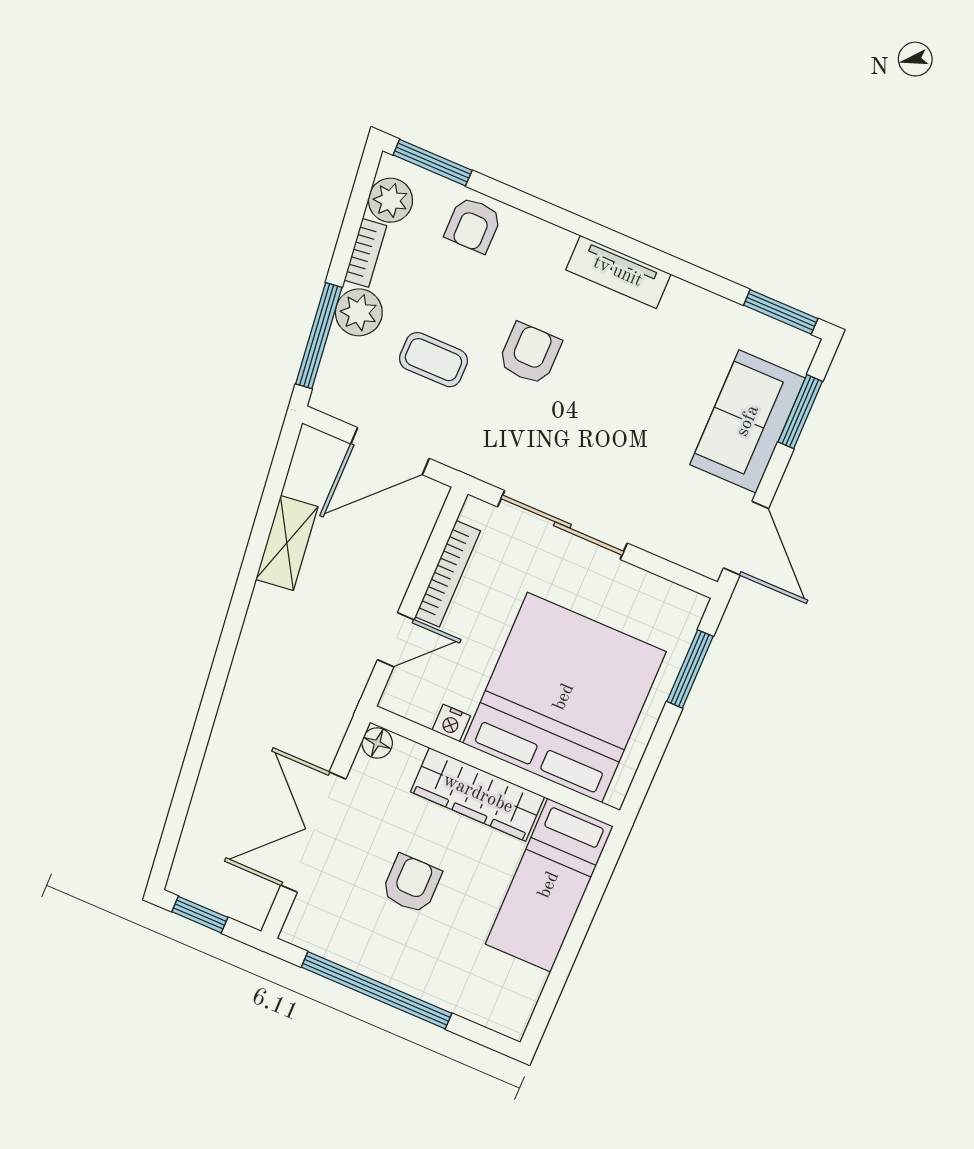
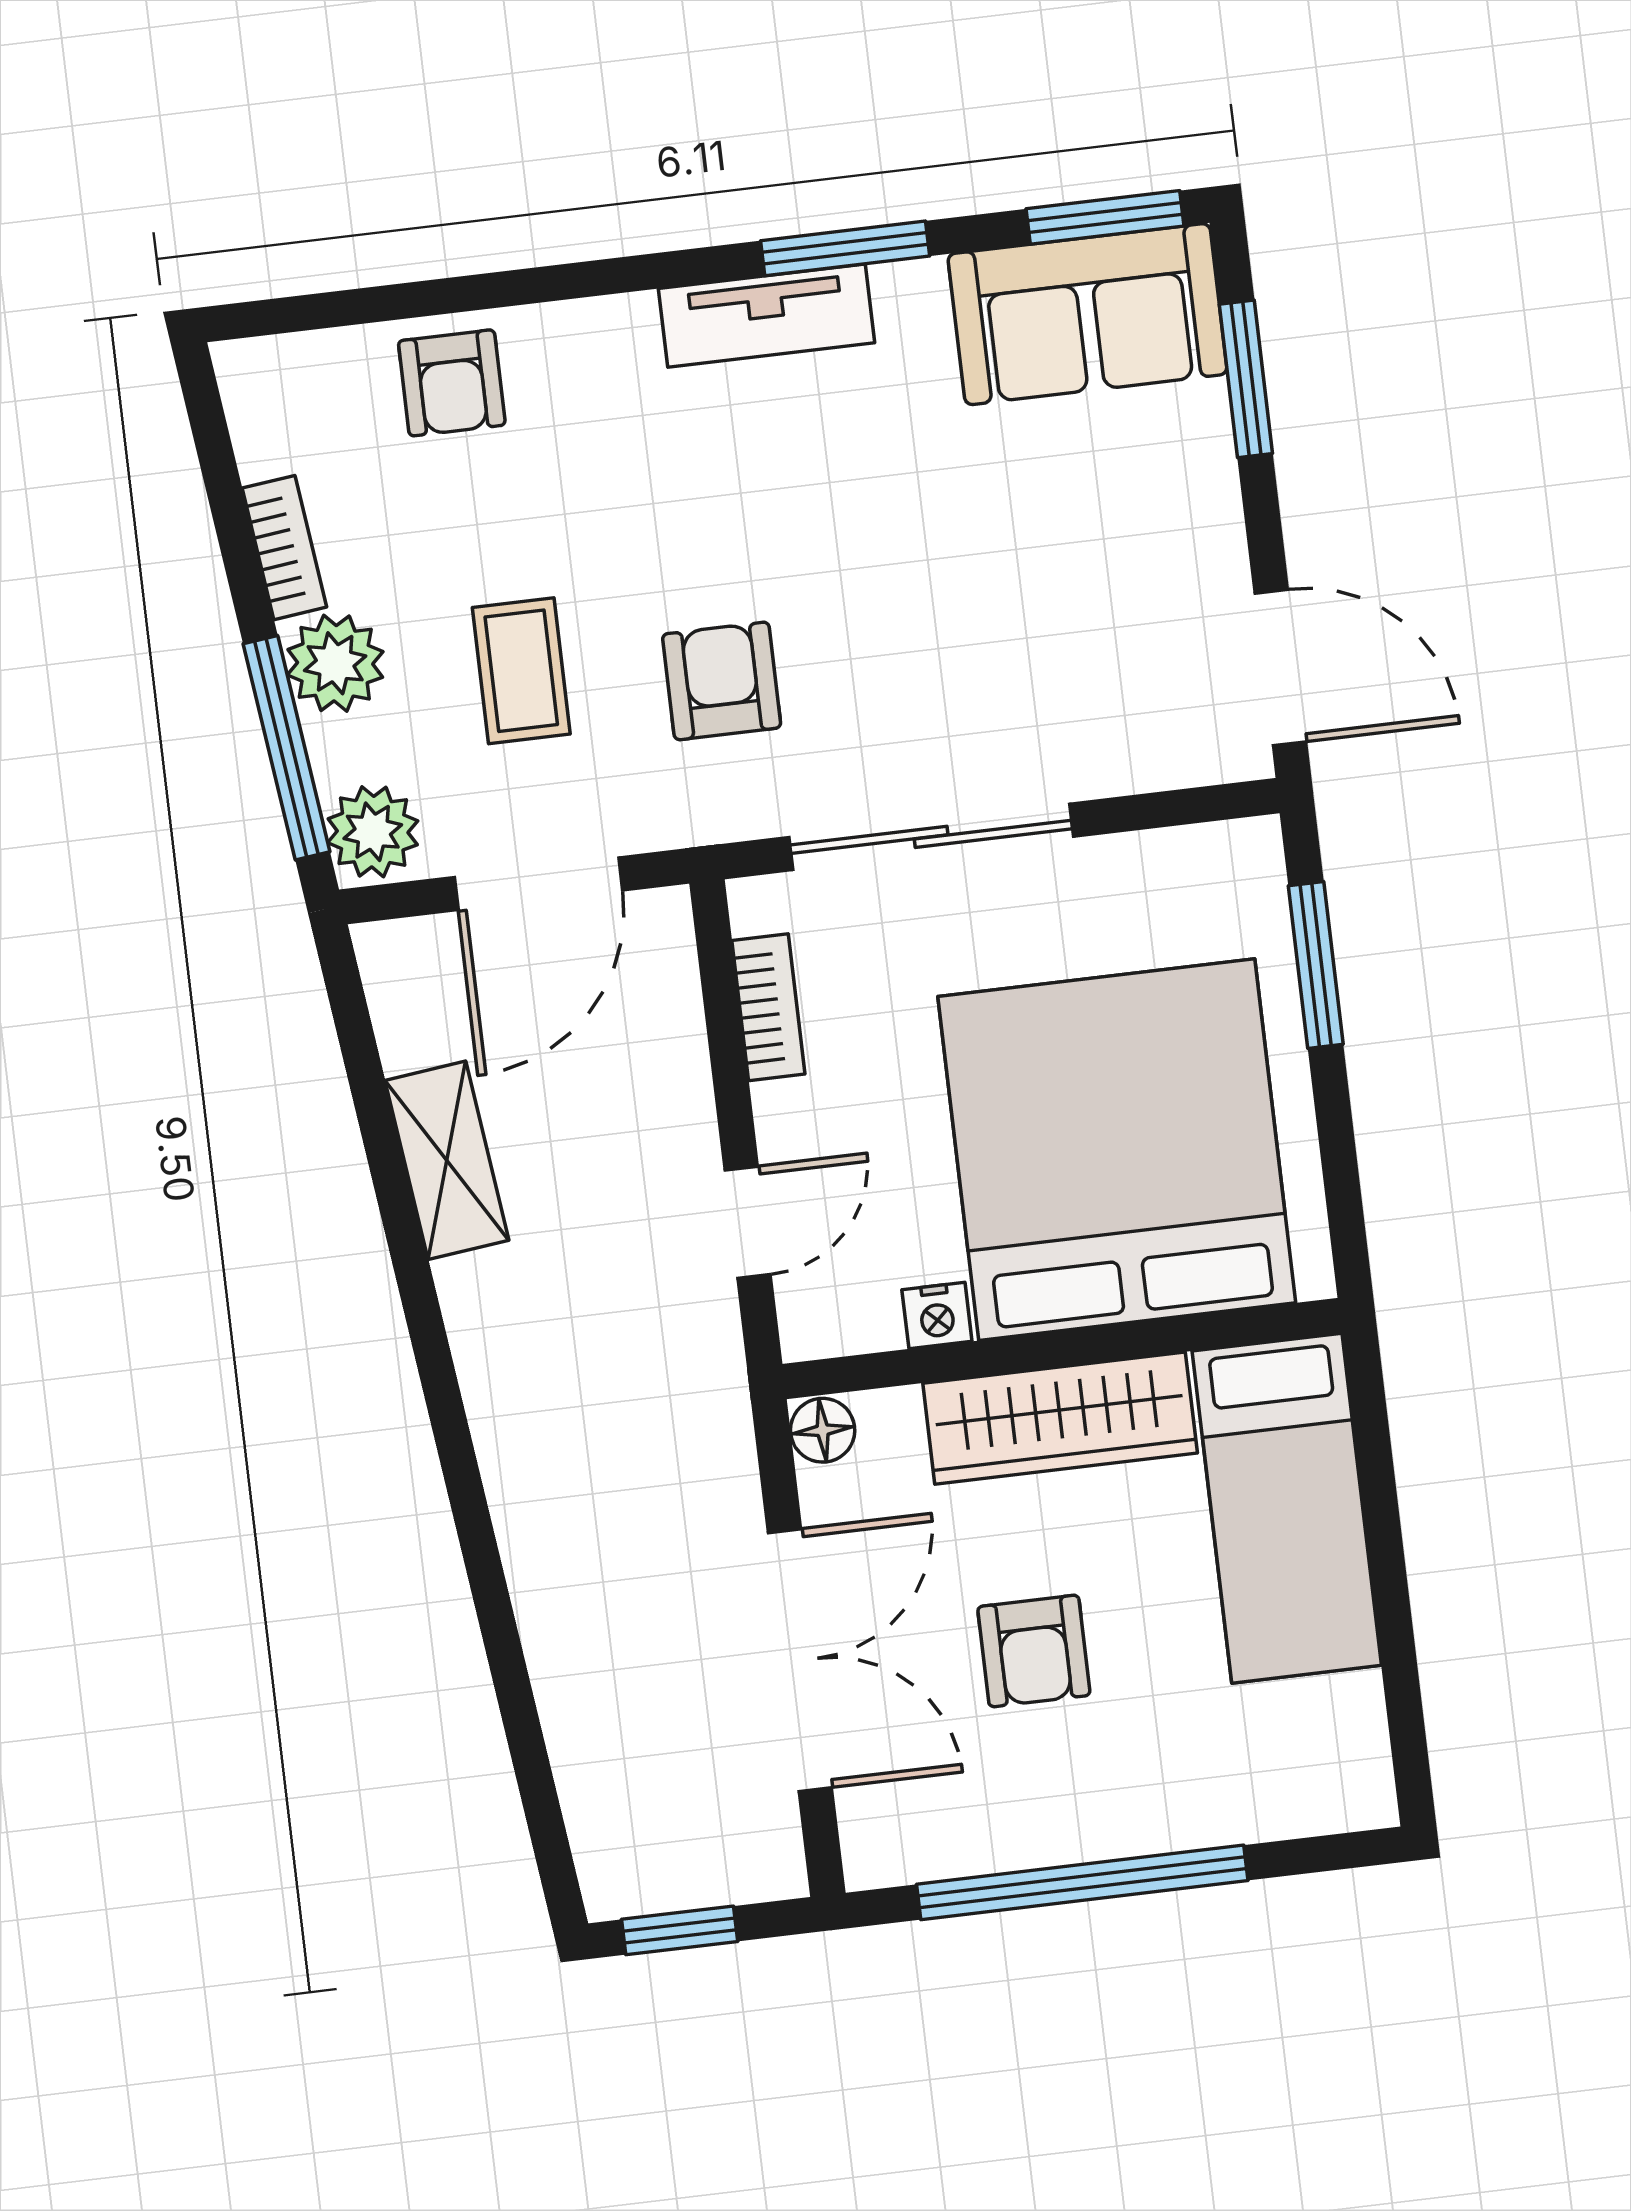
window: (433, 163) -> (845, 248), moved
plant: (390, 200) -> (373, 832), moved
armchair: (530, 354) -> (722, 681), moved
coffee table: (433, 360) -> (521, 671), turned 90
sofa: (748, 421) -> (1087, 314), moved, turned -90
bookcase: (448, 574) -> (768, 1007), width x0.64
double door: (313, 832) -> (800, 1660), swing flipped
armchair: (412, 884) -> (1034, 1651), turned 180

